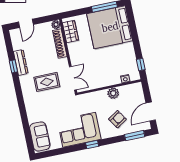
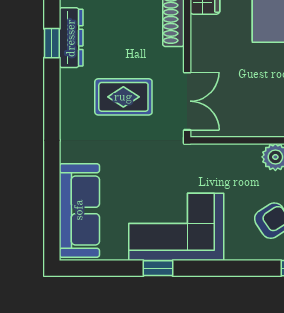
sofa: (40, 136) -> (79, 210), width x1.36
window: (92, 144) -> (158, 268), moved

